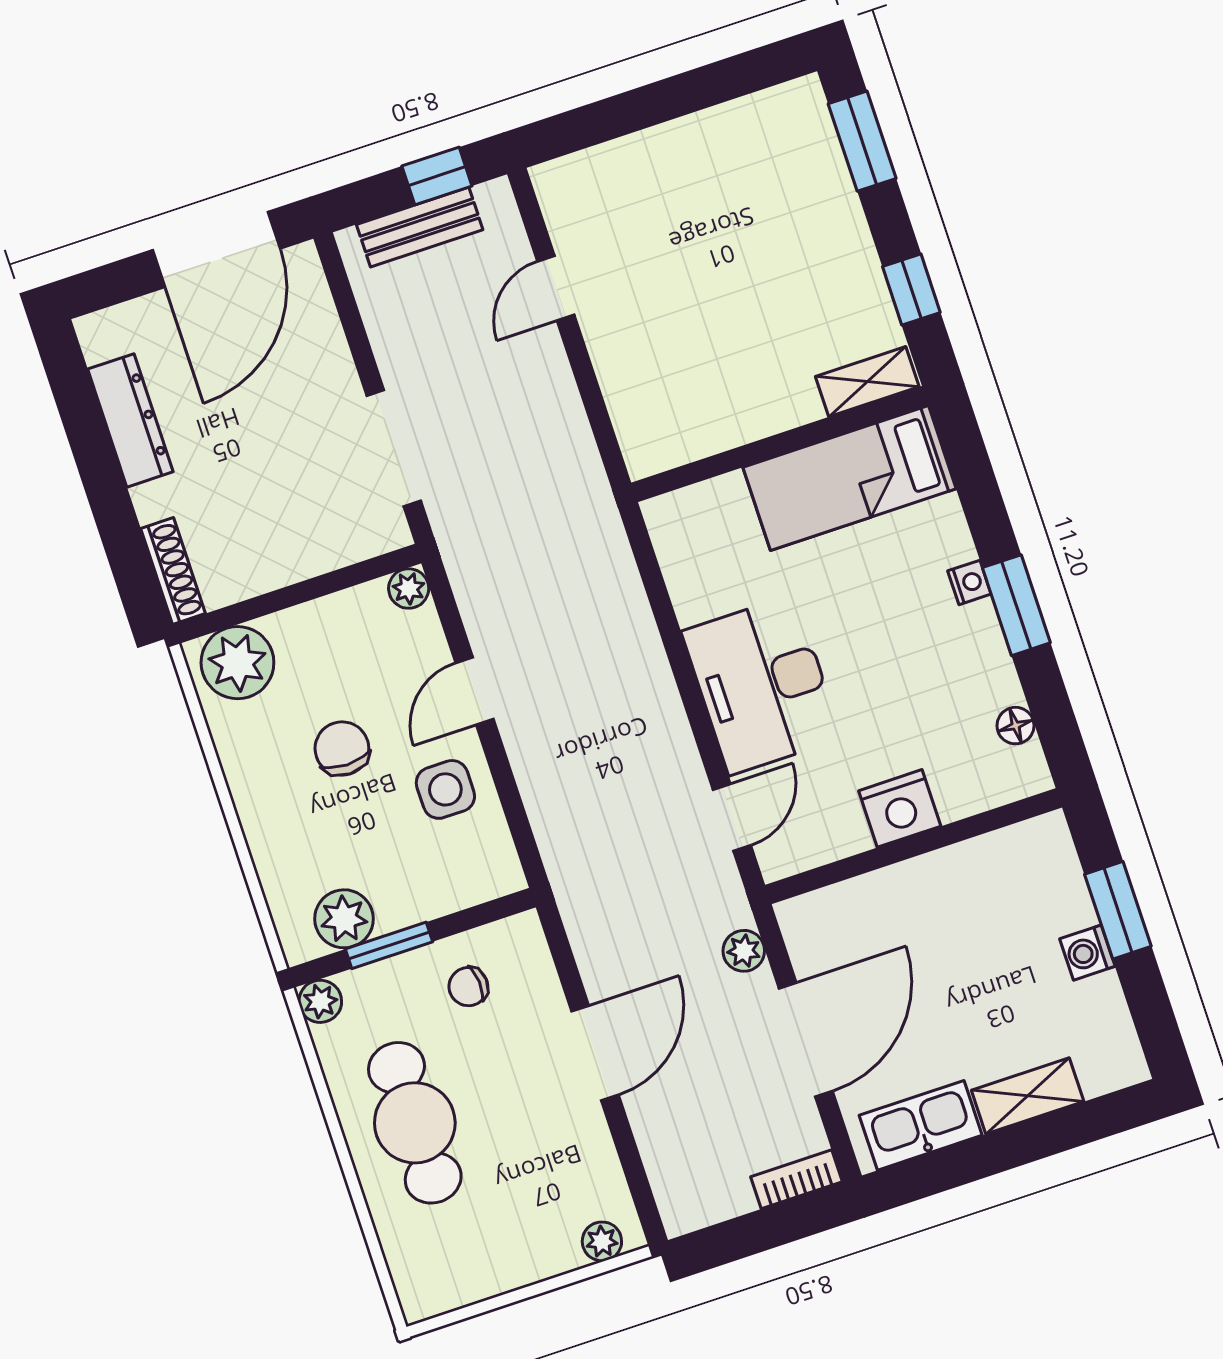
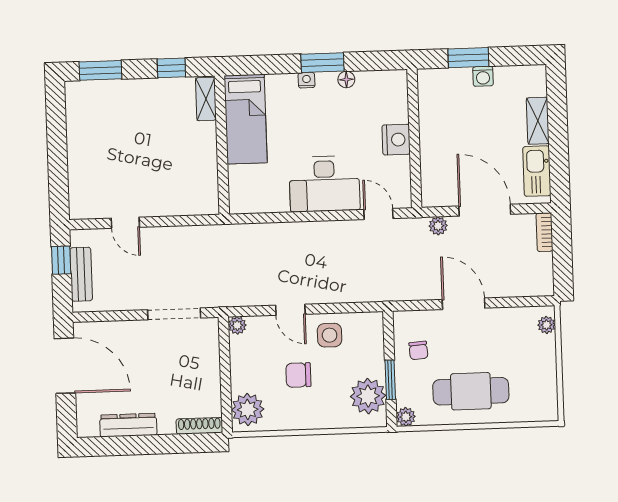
floor lamp: (1016, 726) -> (346, 79), moved
plant: (344, 919) -> (368, 396), width x1.36, depth x1.36

